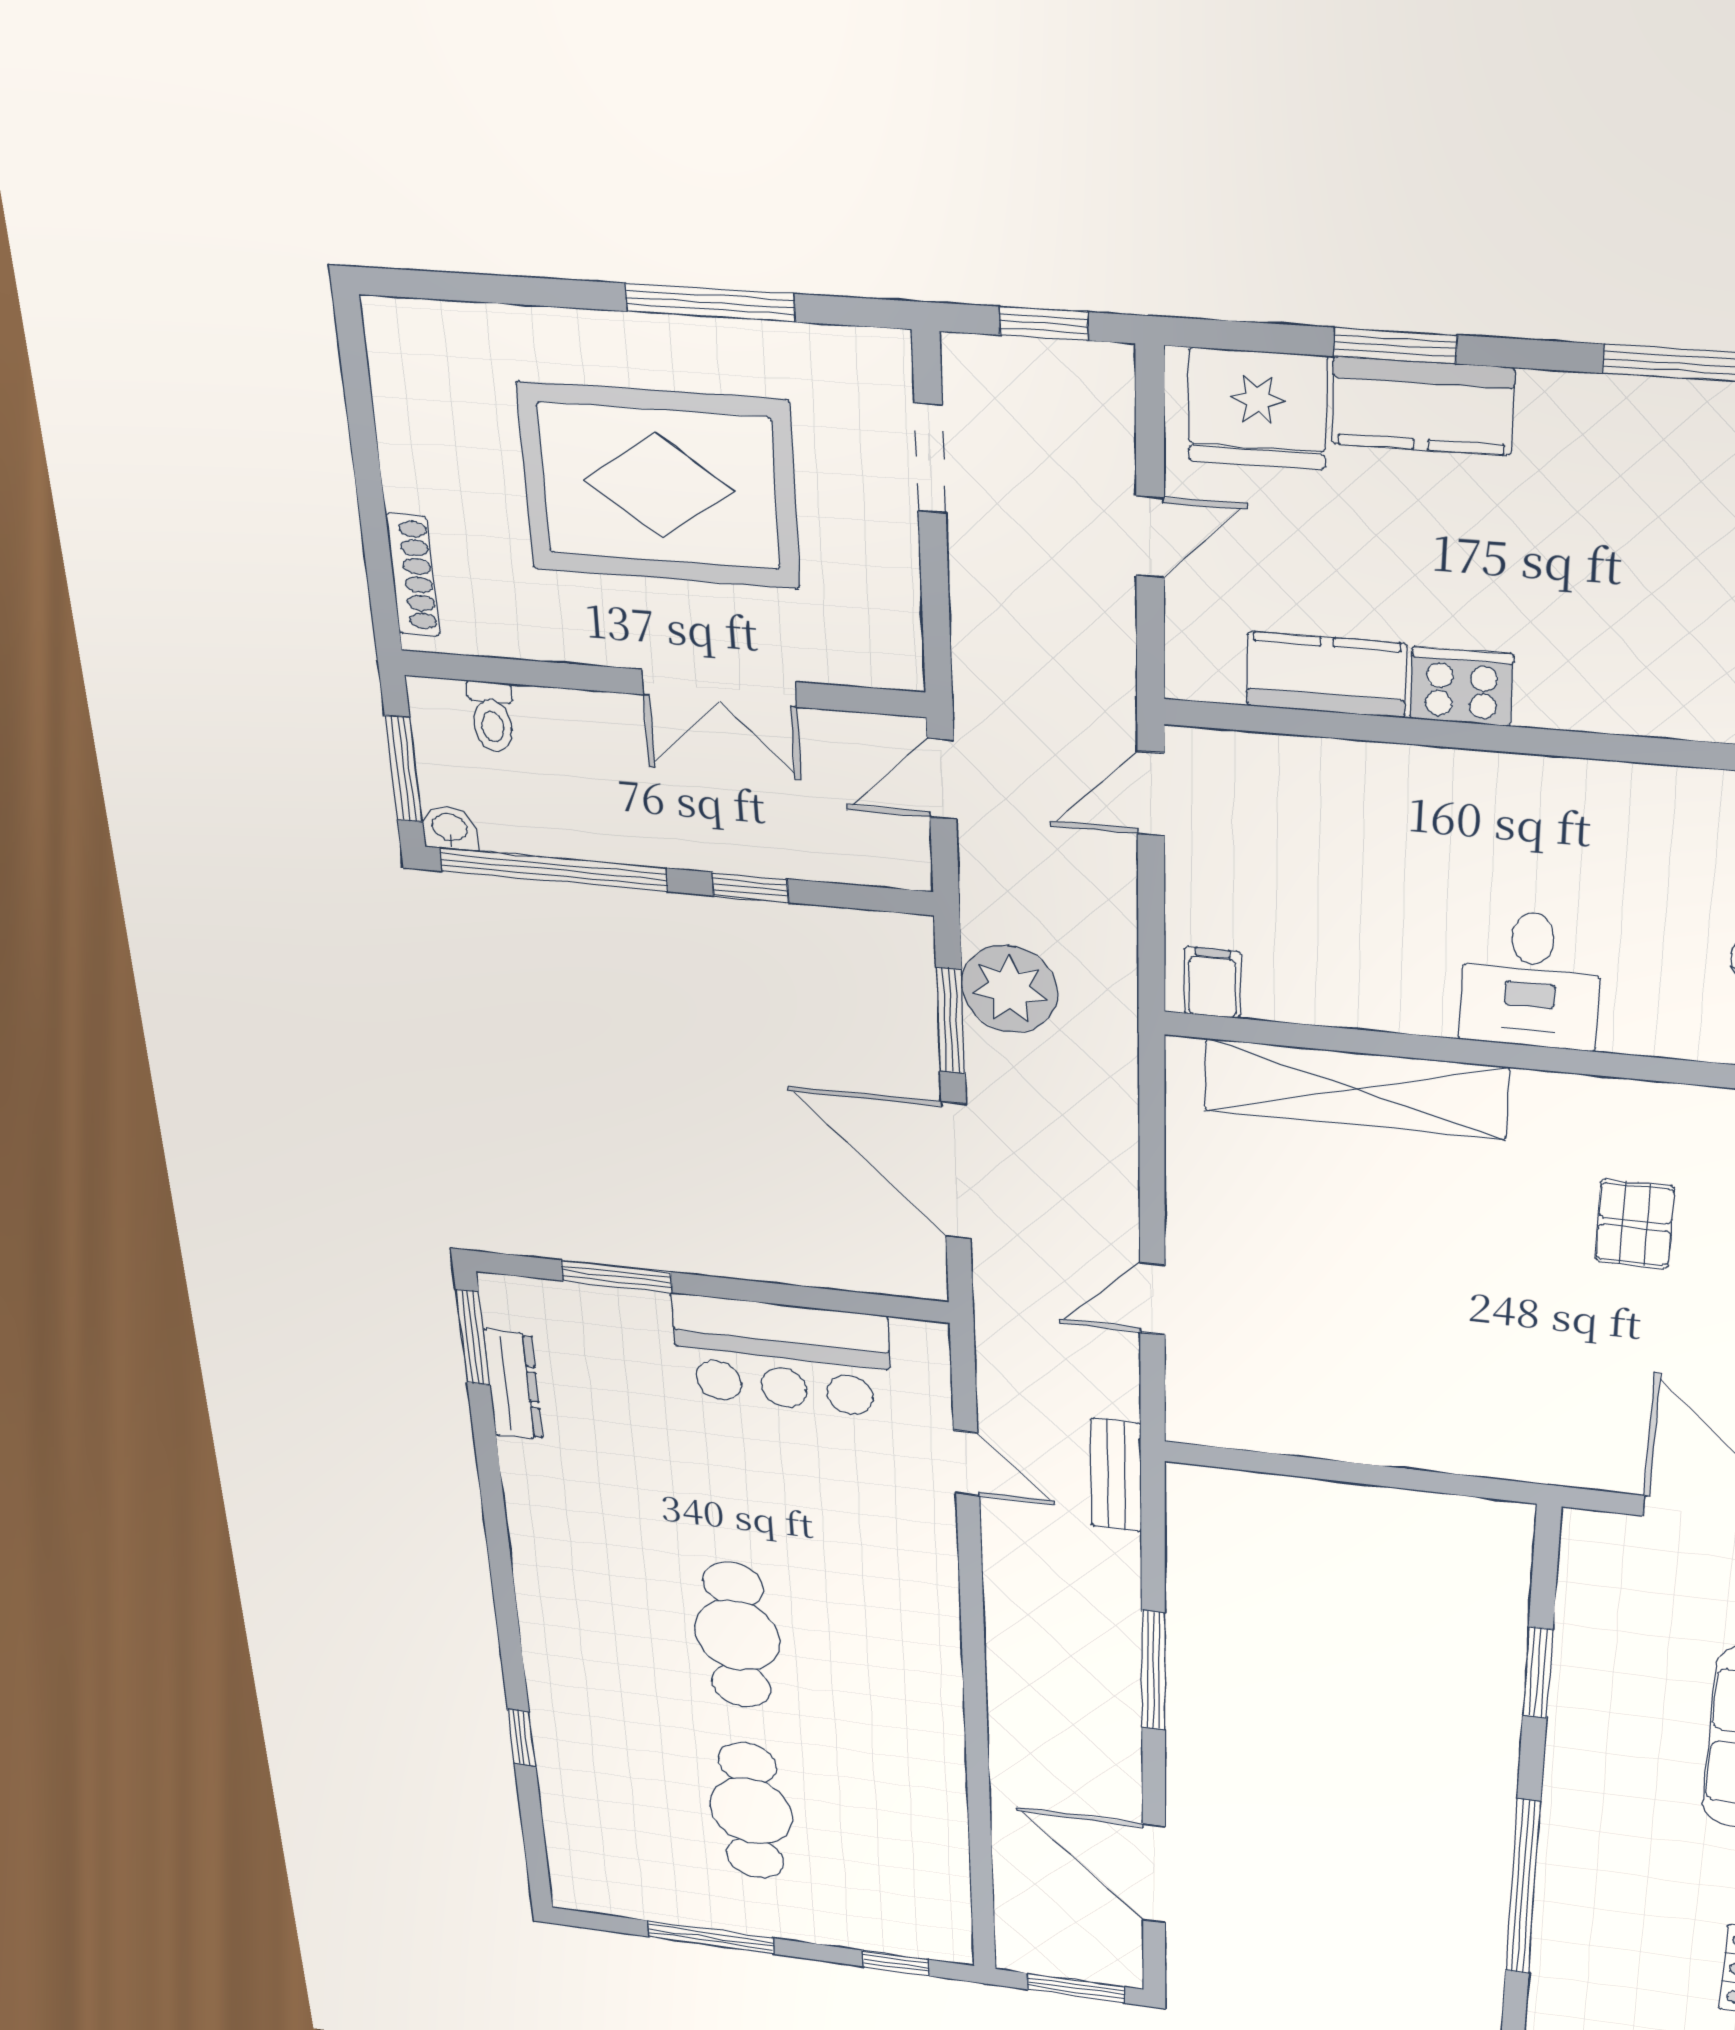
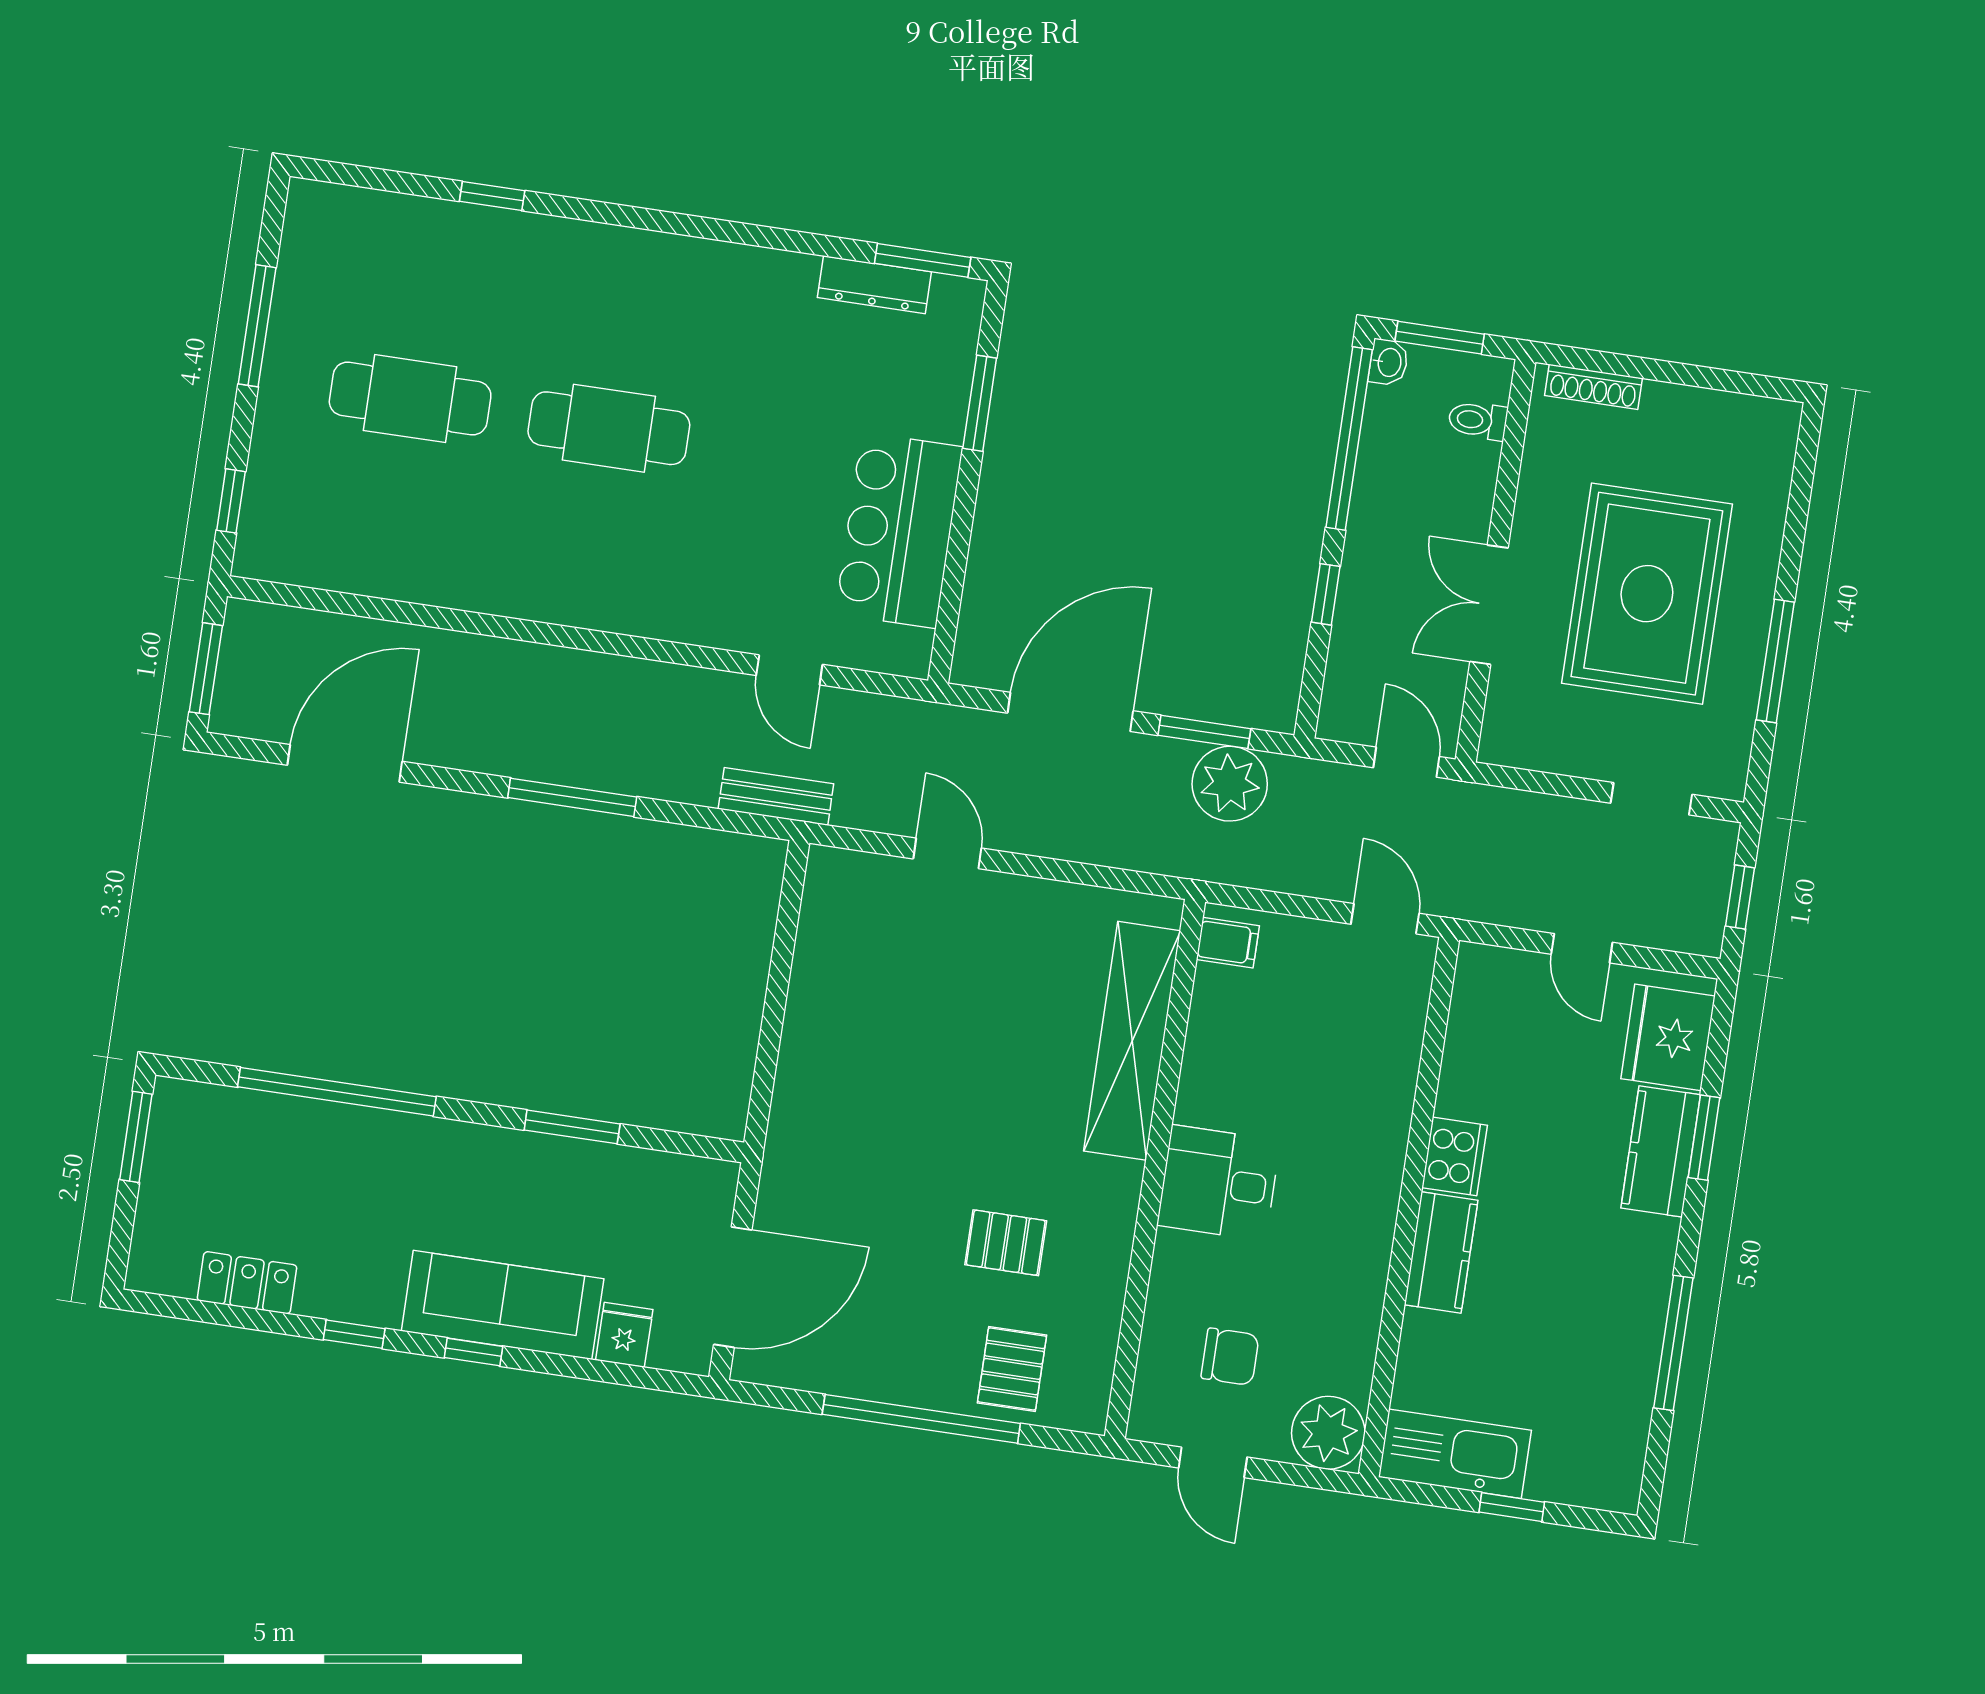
kitchen counter: (1326, 675) -> (1441, 1252), moved
door: (967, 1463) -> (789, 670), hinge flipped

